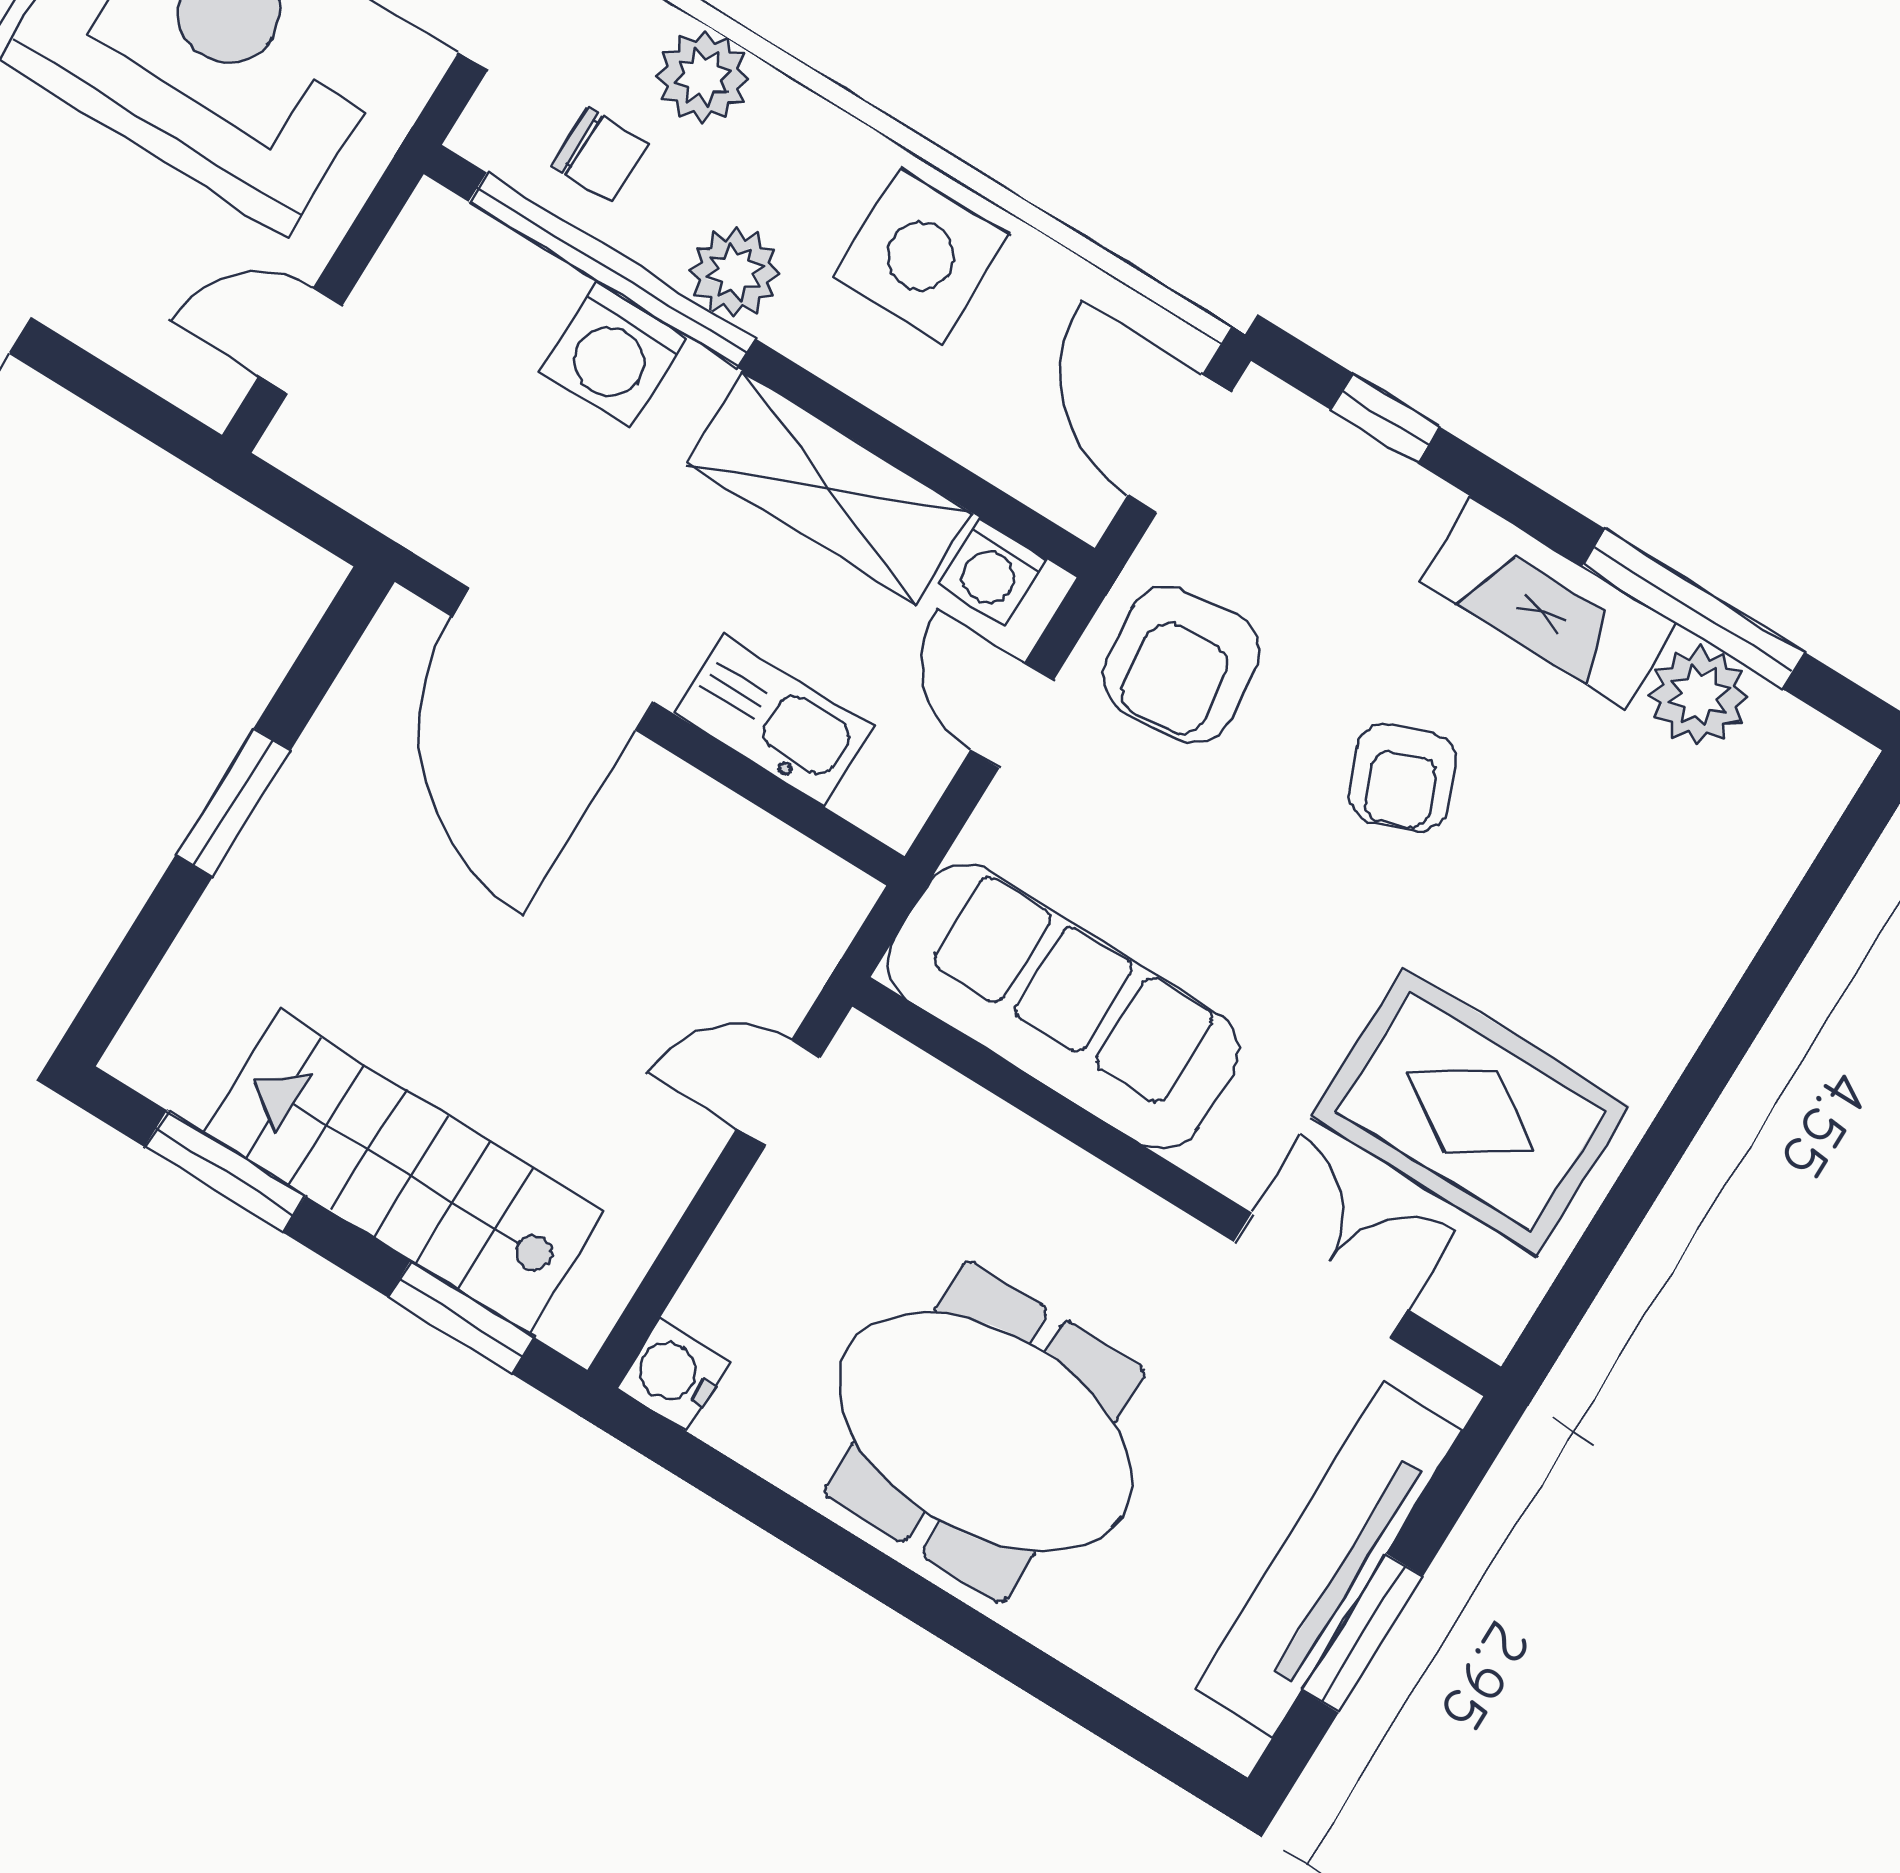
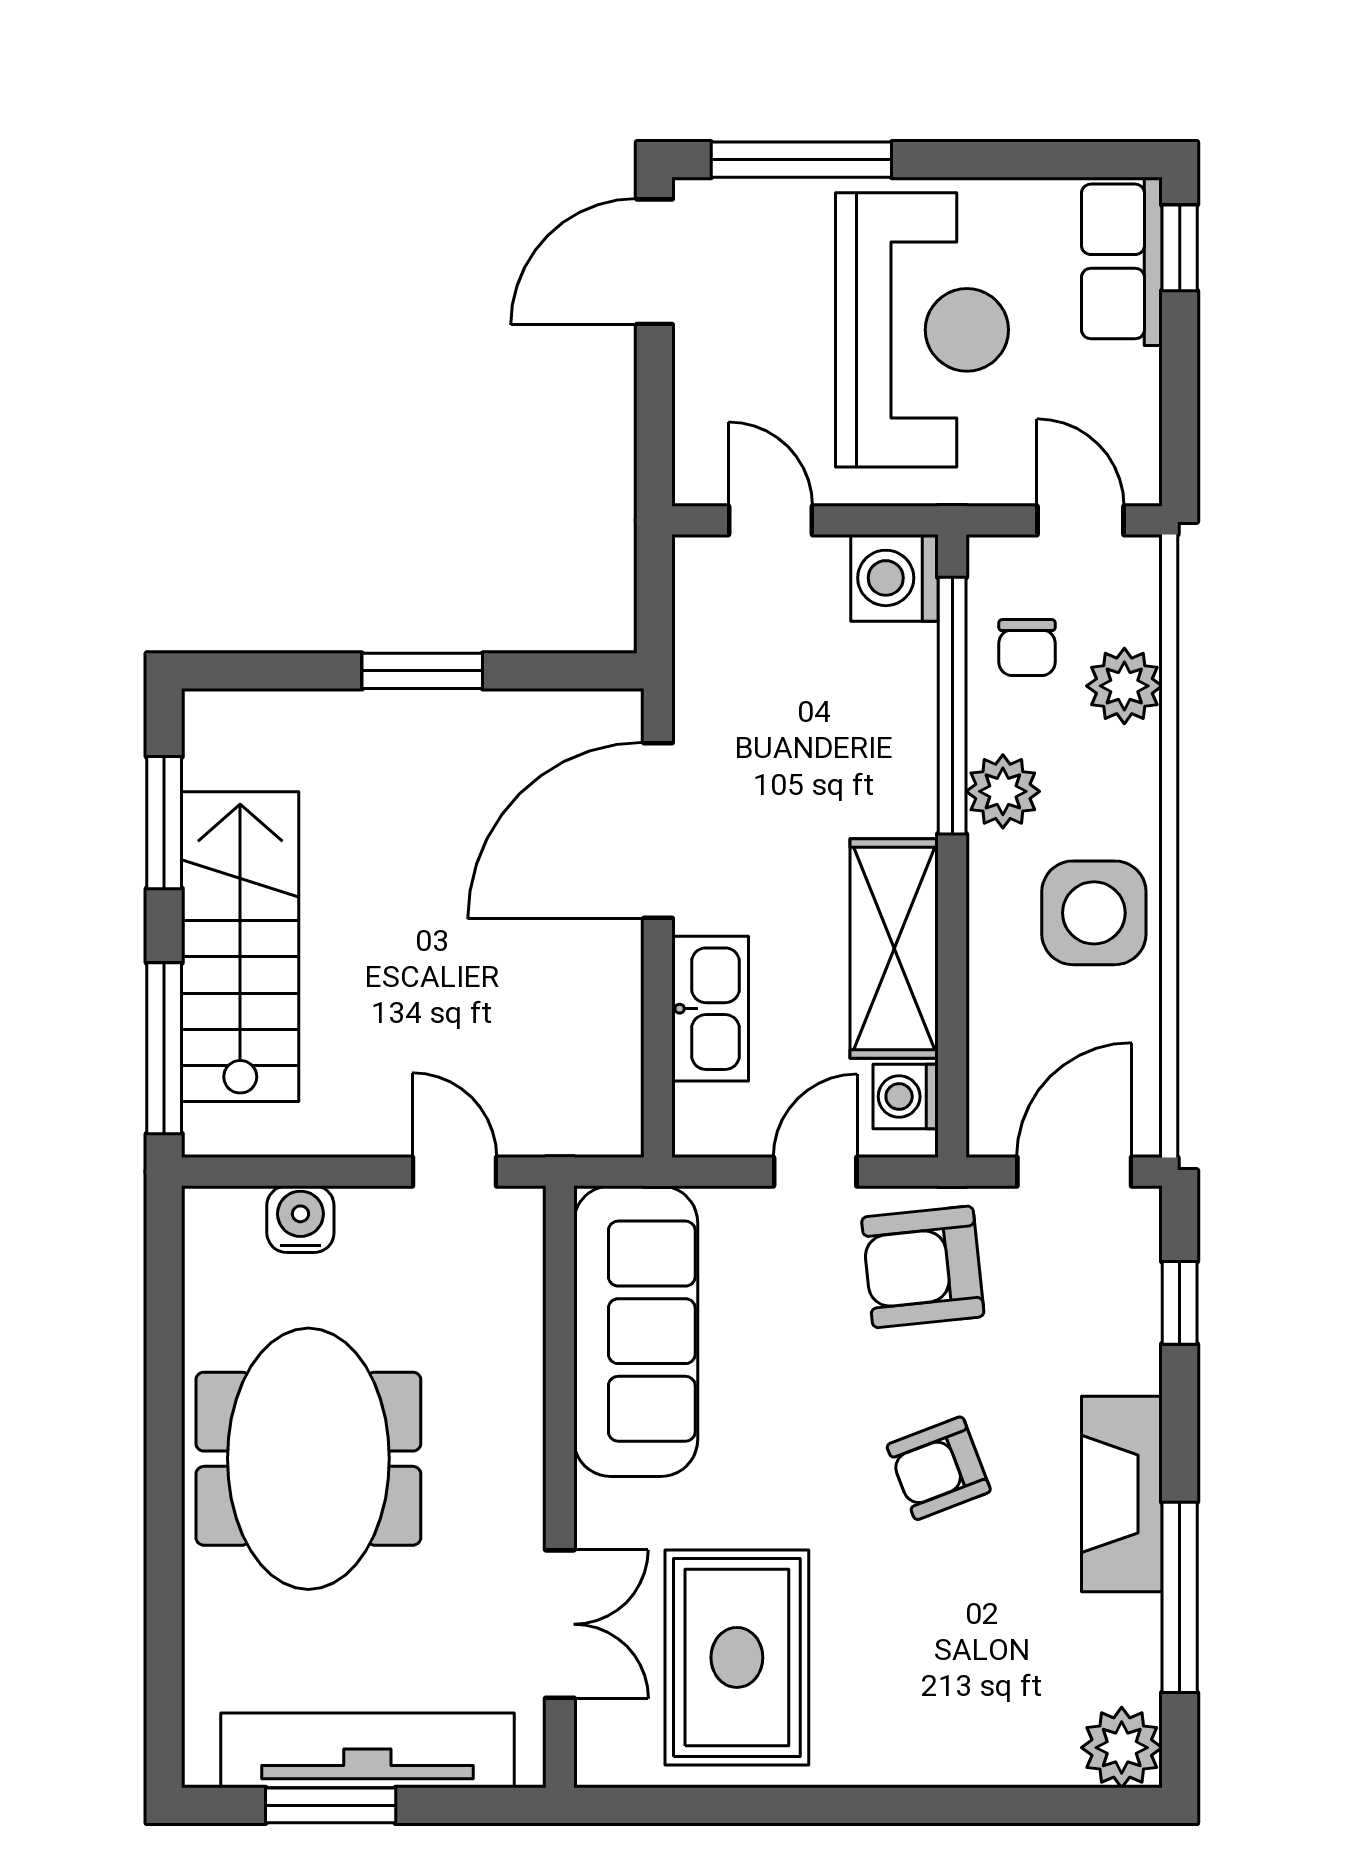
washing machine: (614, 354) -> (894, 578), moved
plant: (1699, 696) -> (1122, 1748), moved
window: (461, 1317) -> (164, 1048), width x1.44
water cooler: (673, 1375) -> (300, 1219), moved

